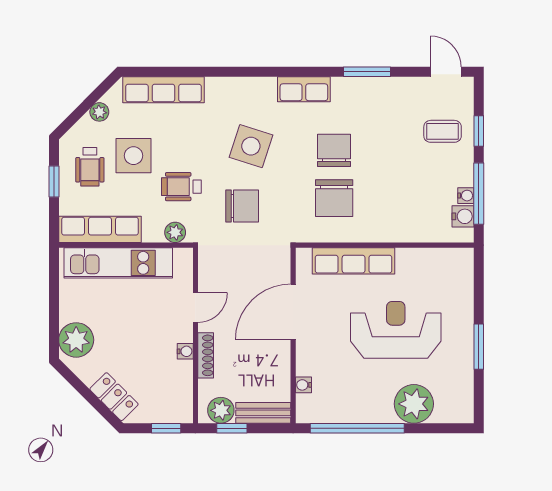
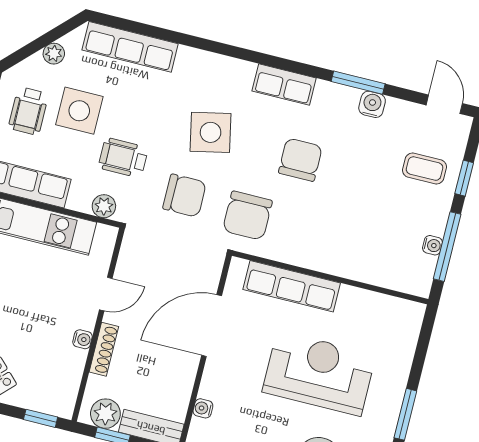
side table: (251, 146) -> (211, 132), turned -30
chair: (334, 198) -> (247, 216), moved
water cooler: (463, 216) -> (372, 104), moved, turned -90

